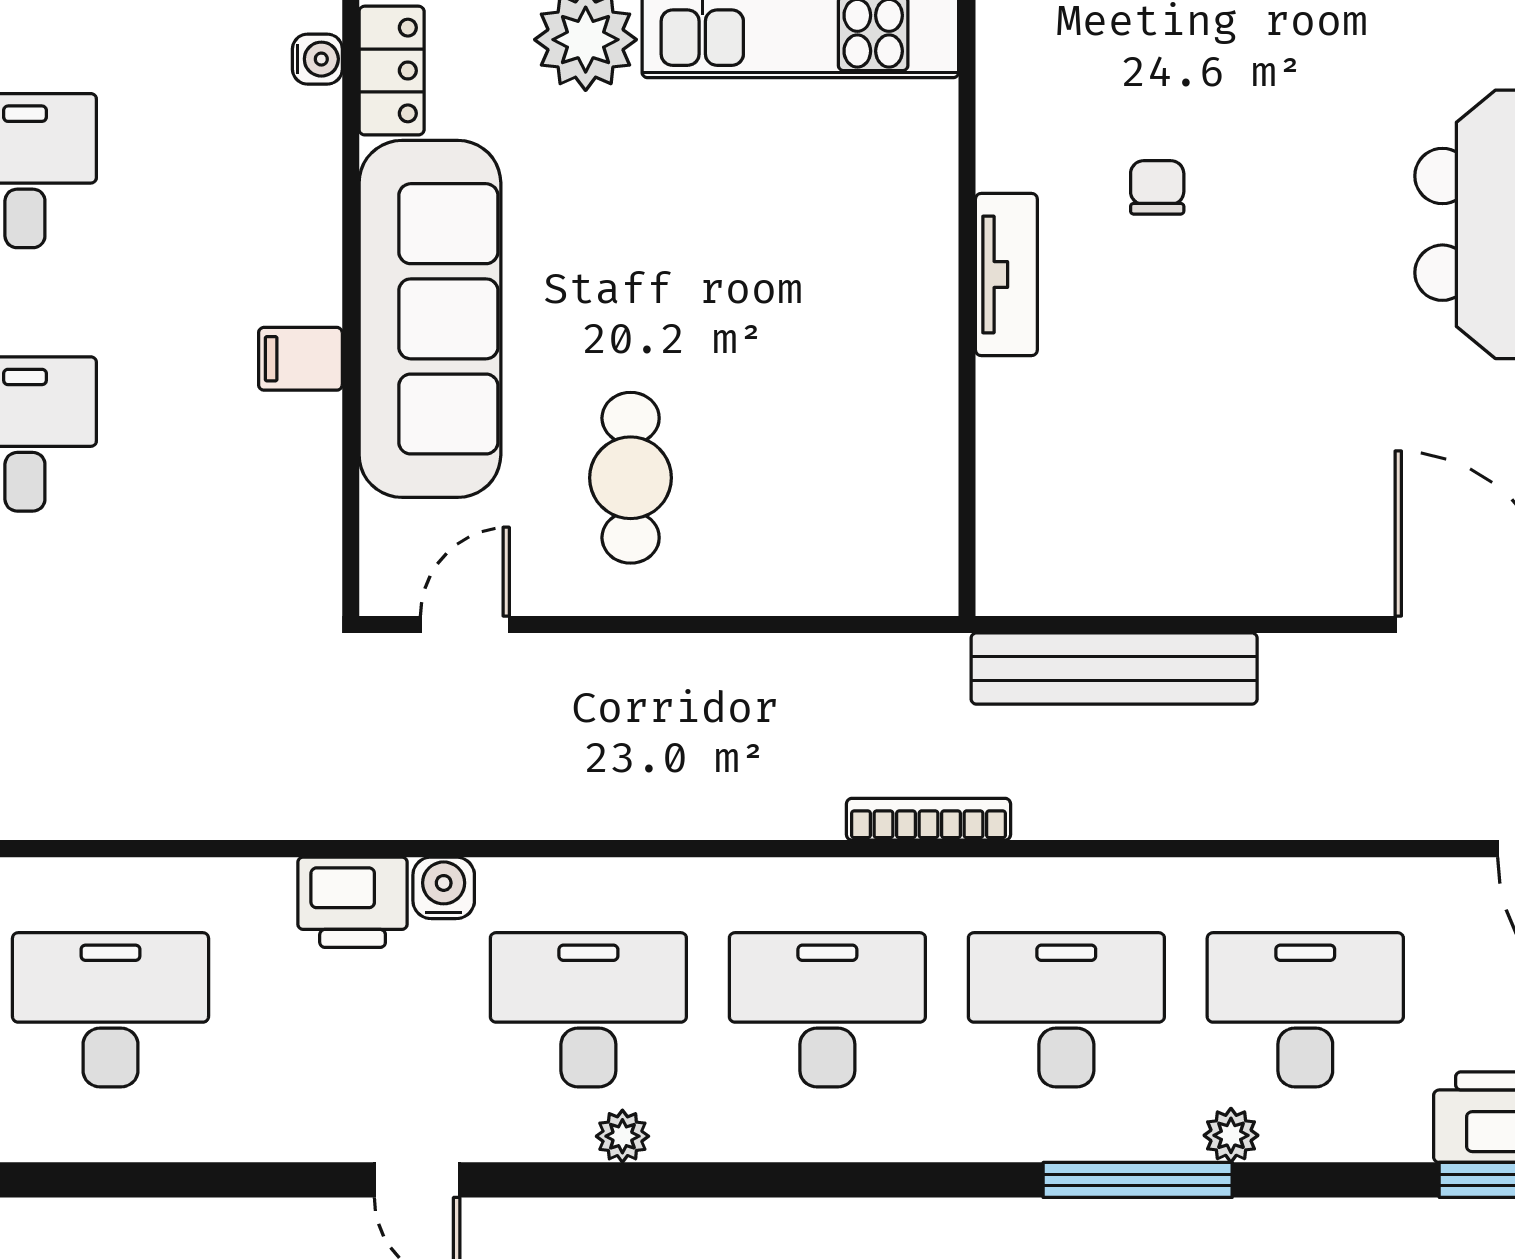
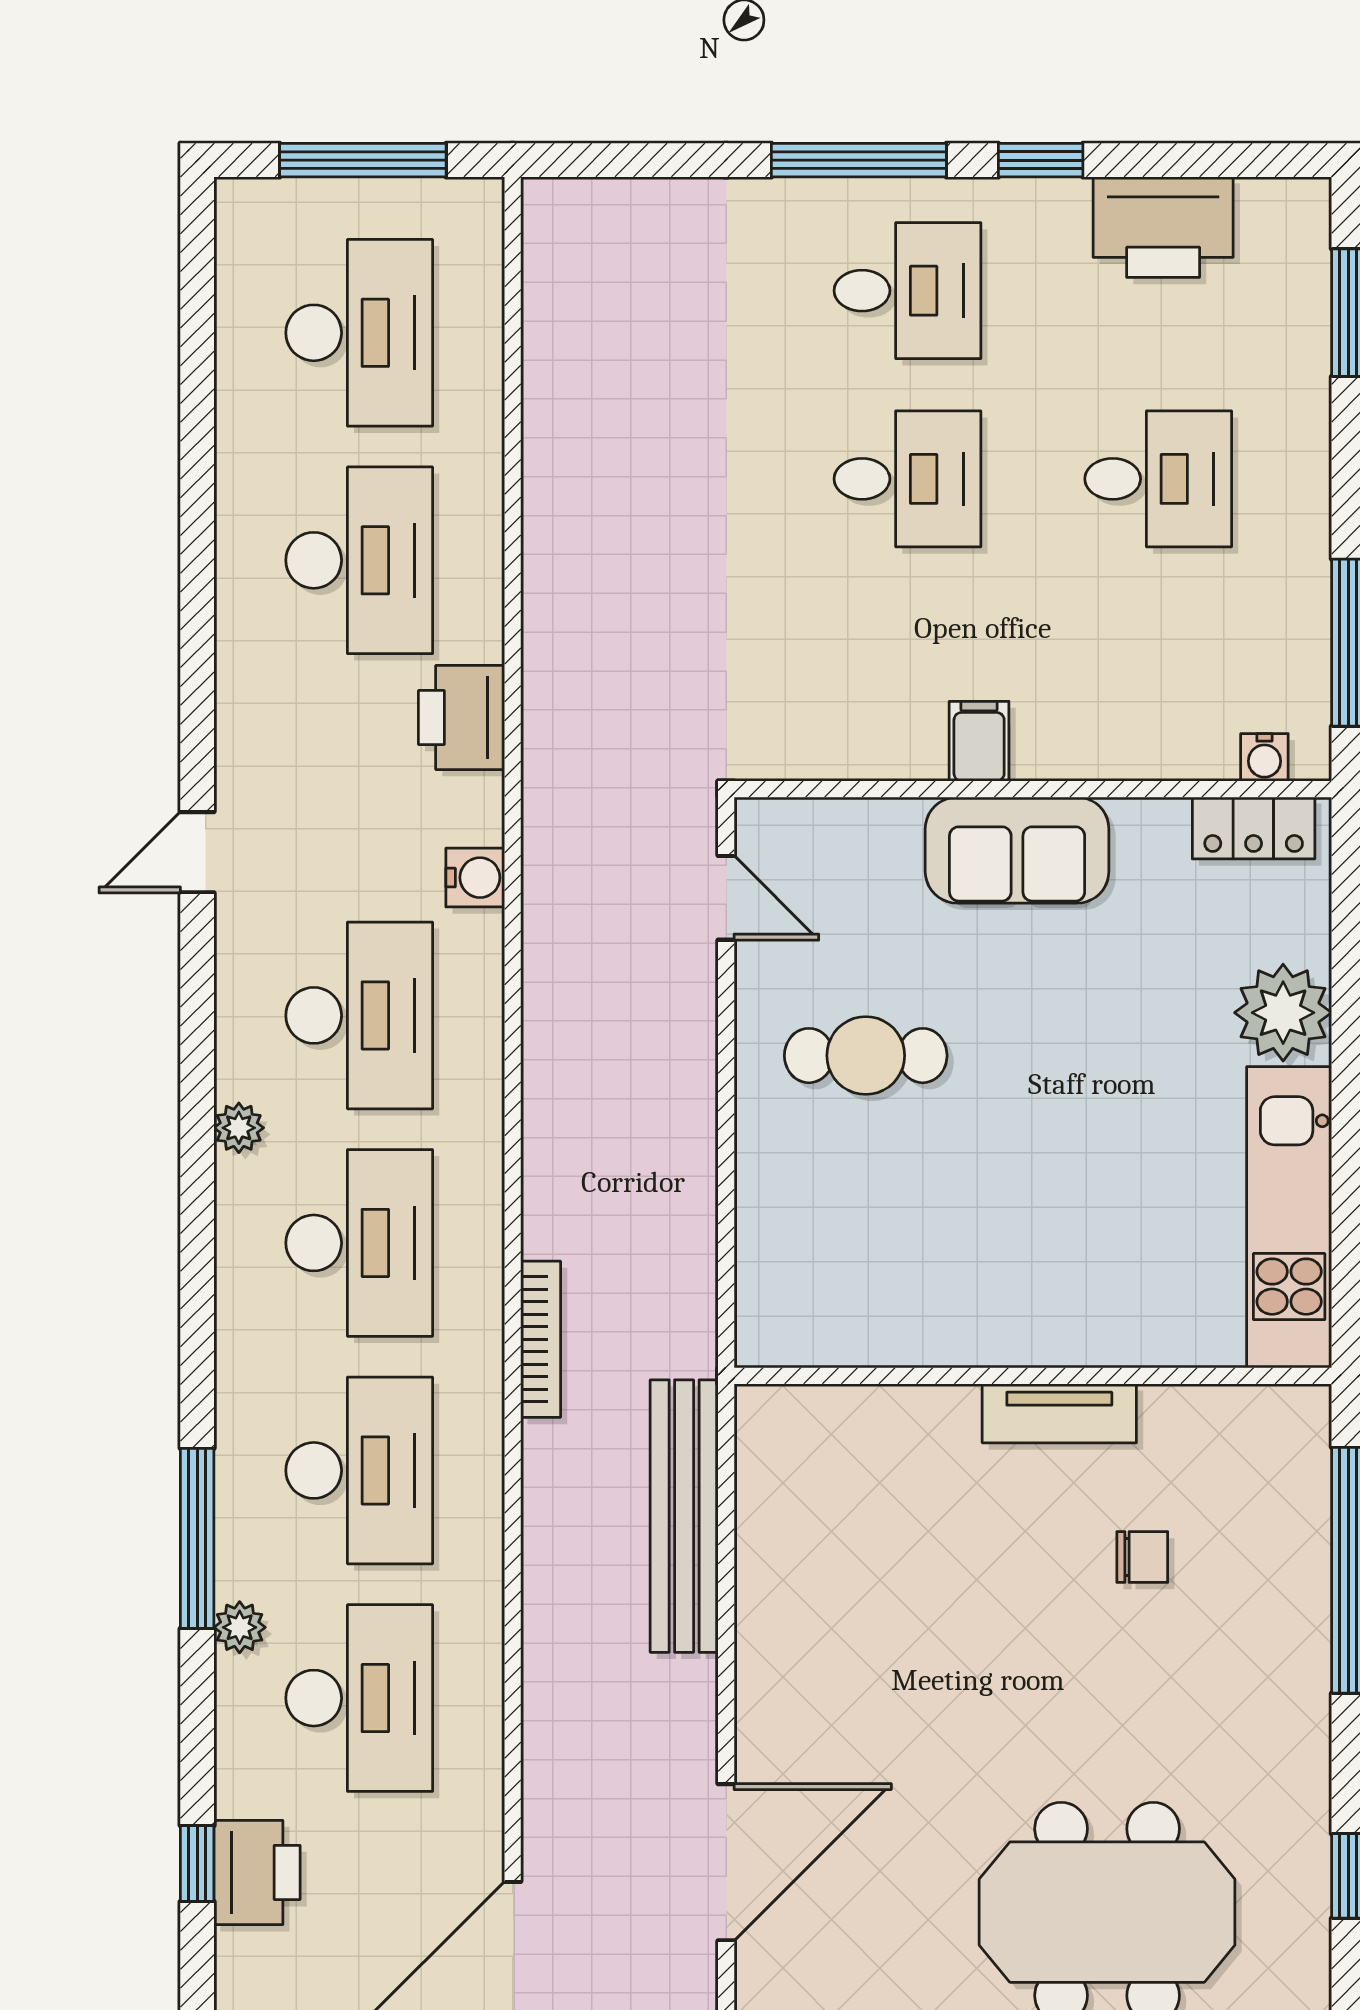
sofa: (430, 319) -> (1017, 850), width x0.54, depth x0.79
printer: (353, 902) -> (462, 717), moved
plant: (622, 1136) -> (239, 1128), moved

